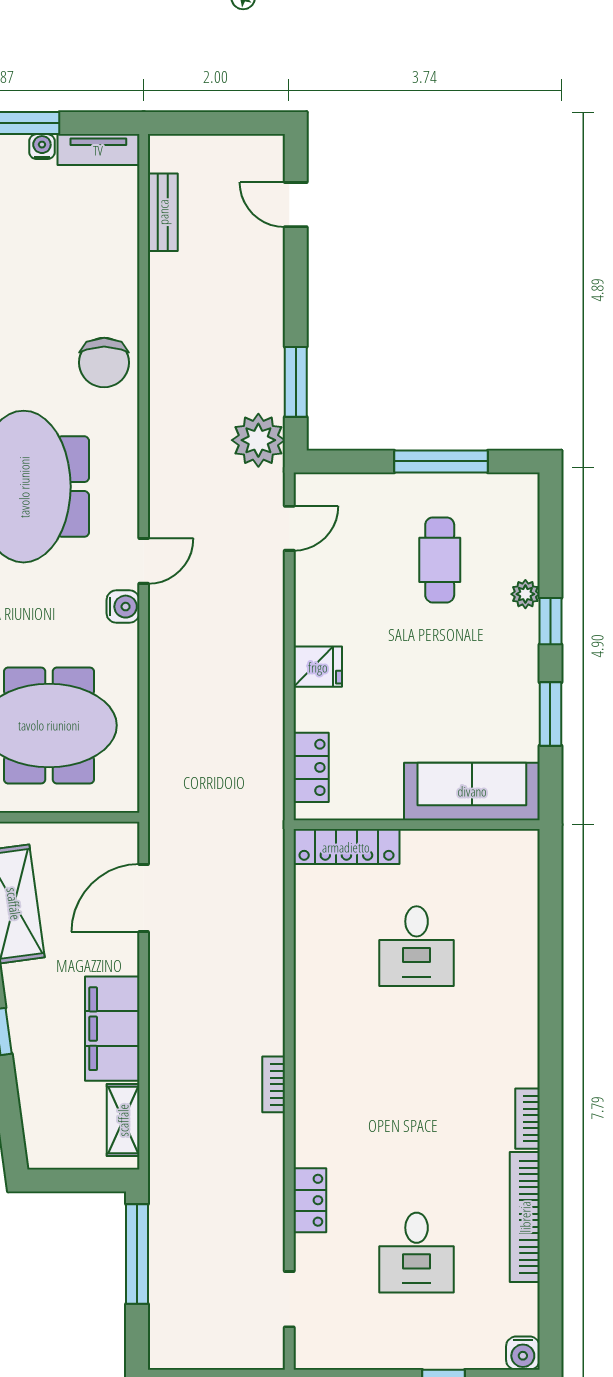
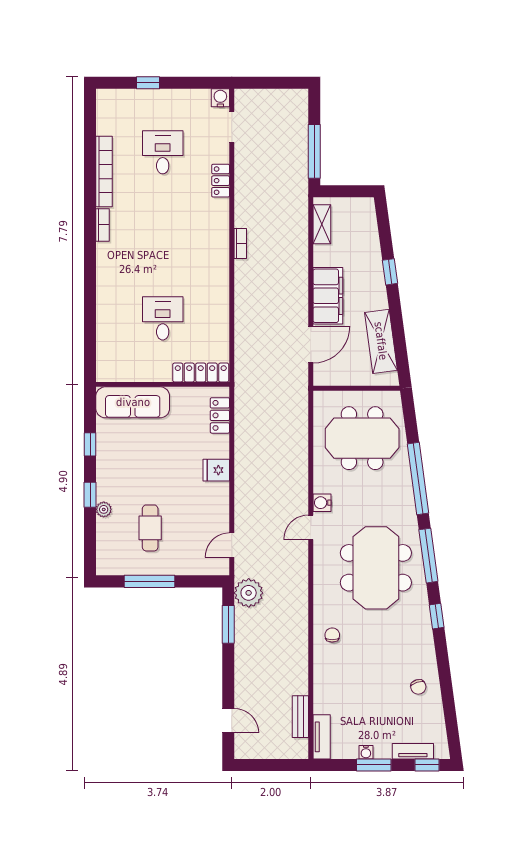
tv unit: (98, 150) -> (322, 737), moved, turned 90
chair: (104, 363) -> (332, 635), width x0.54, depth x0.54
window: (550, 714) -> (90, 444), width x0.67
filing cabinet: (112, 1029) -> (328, 296), moved
water cooler: (523, 1353) -> (220, 98), moved

